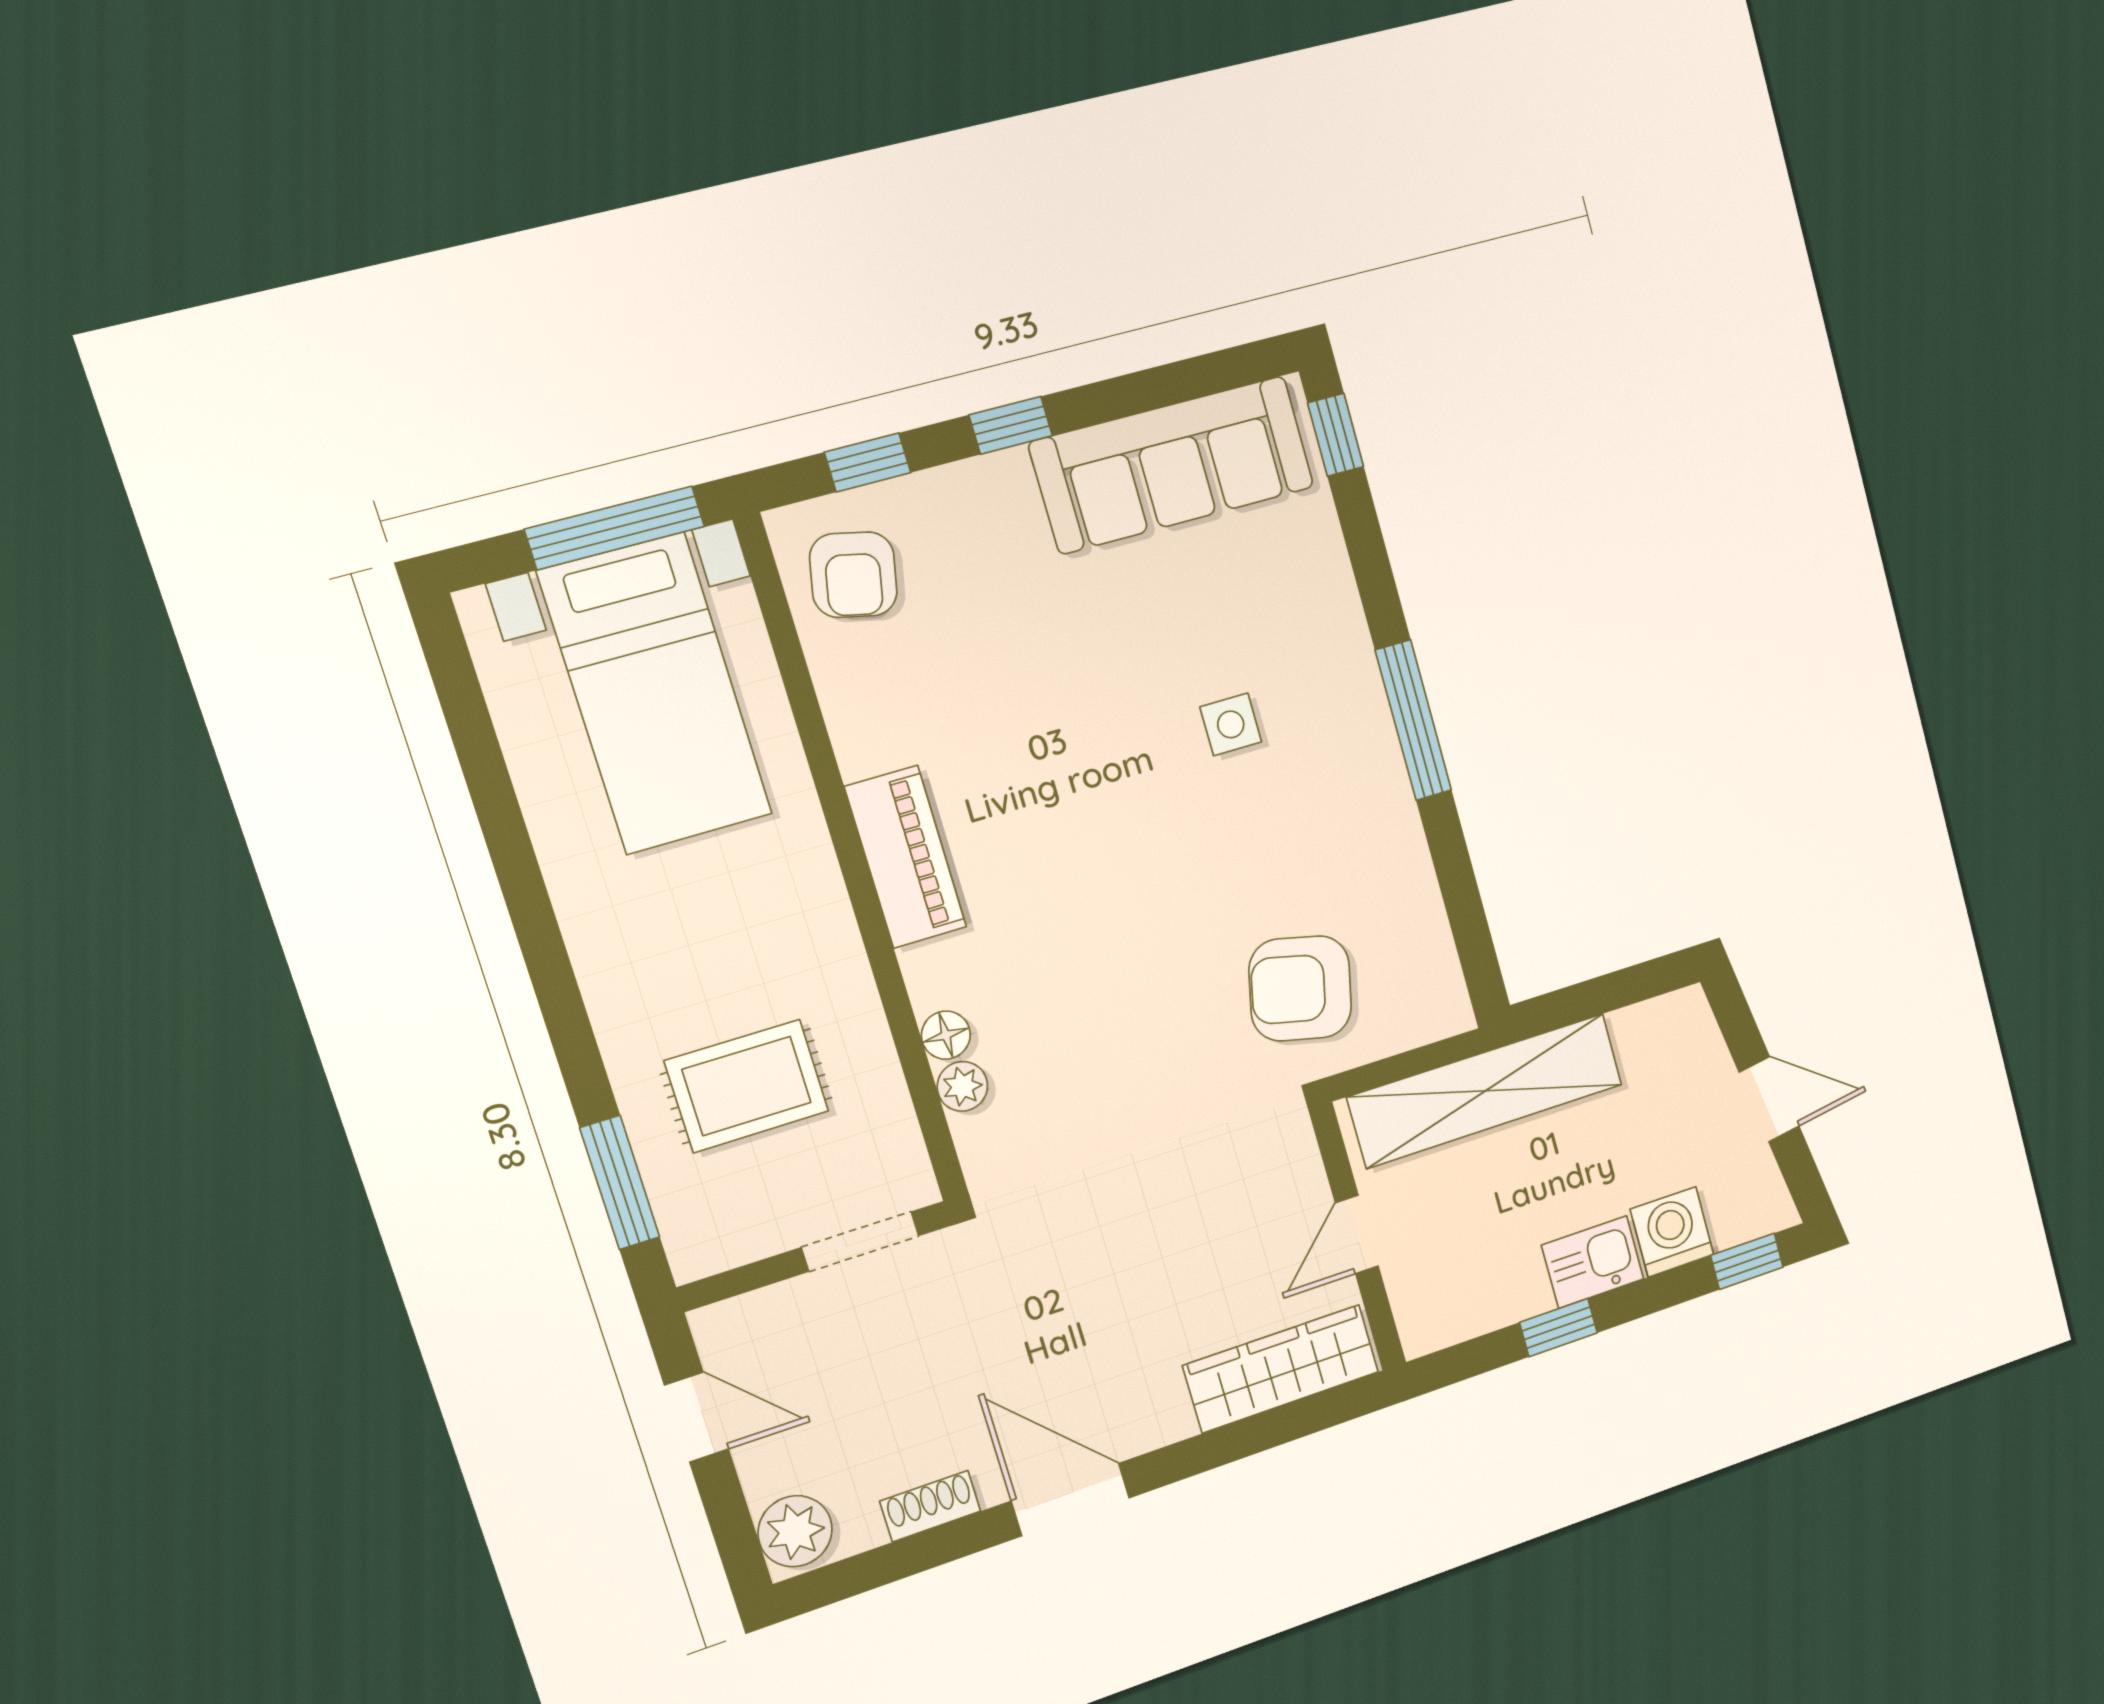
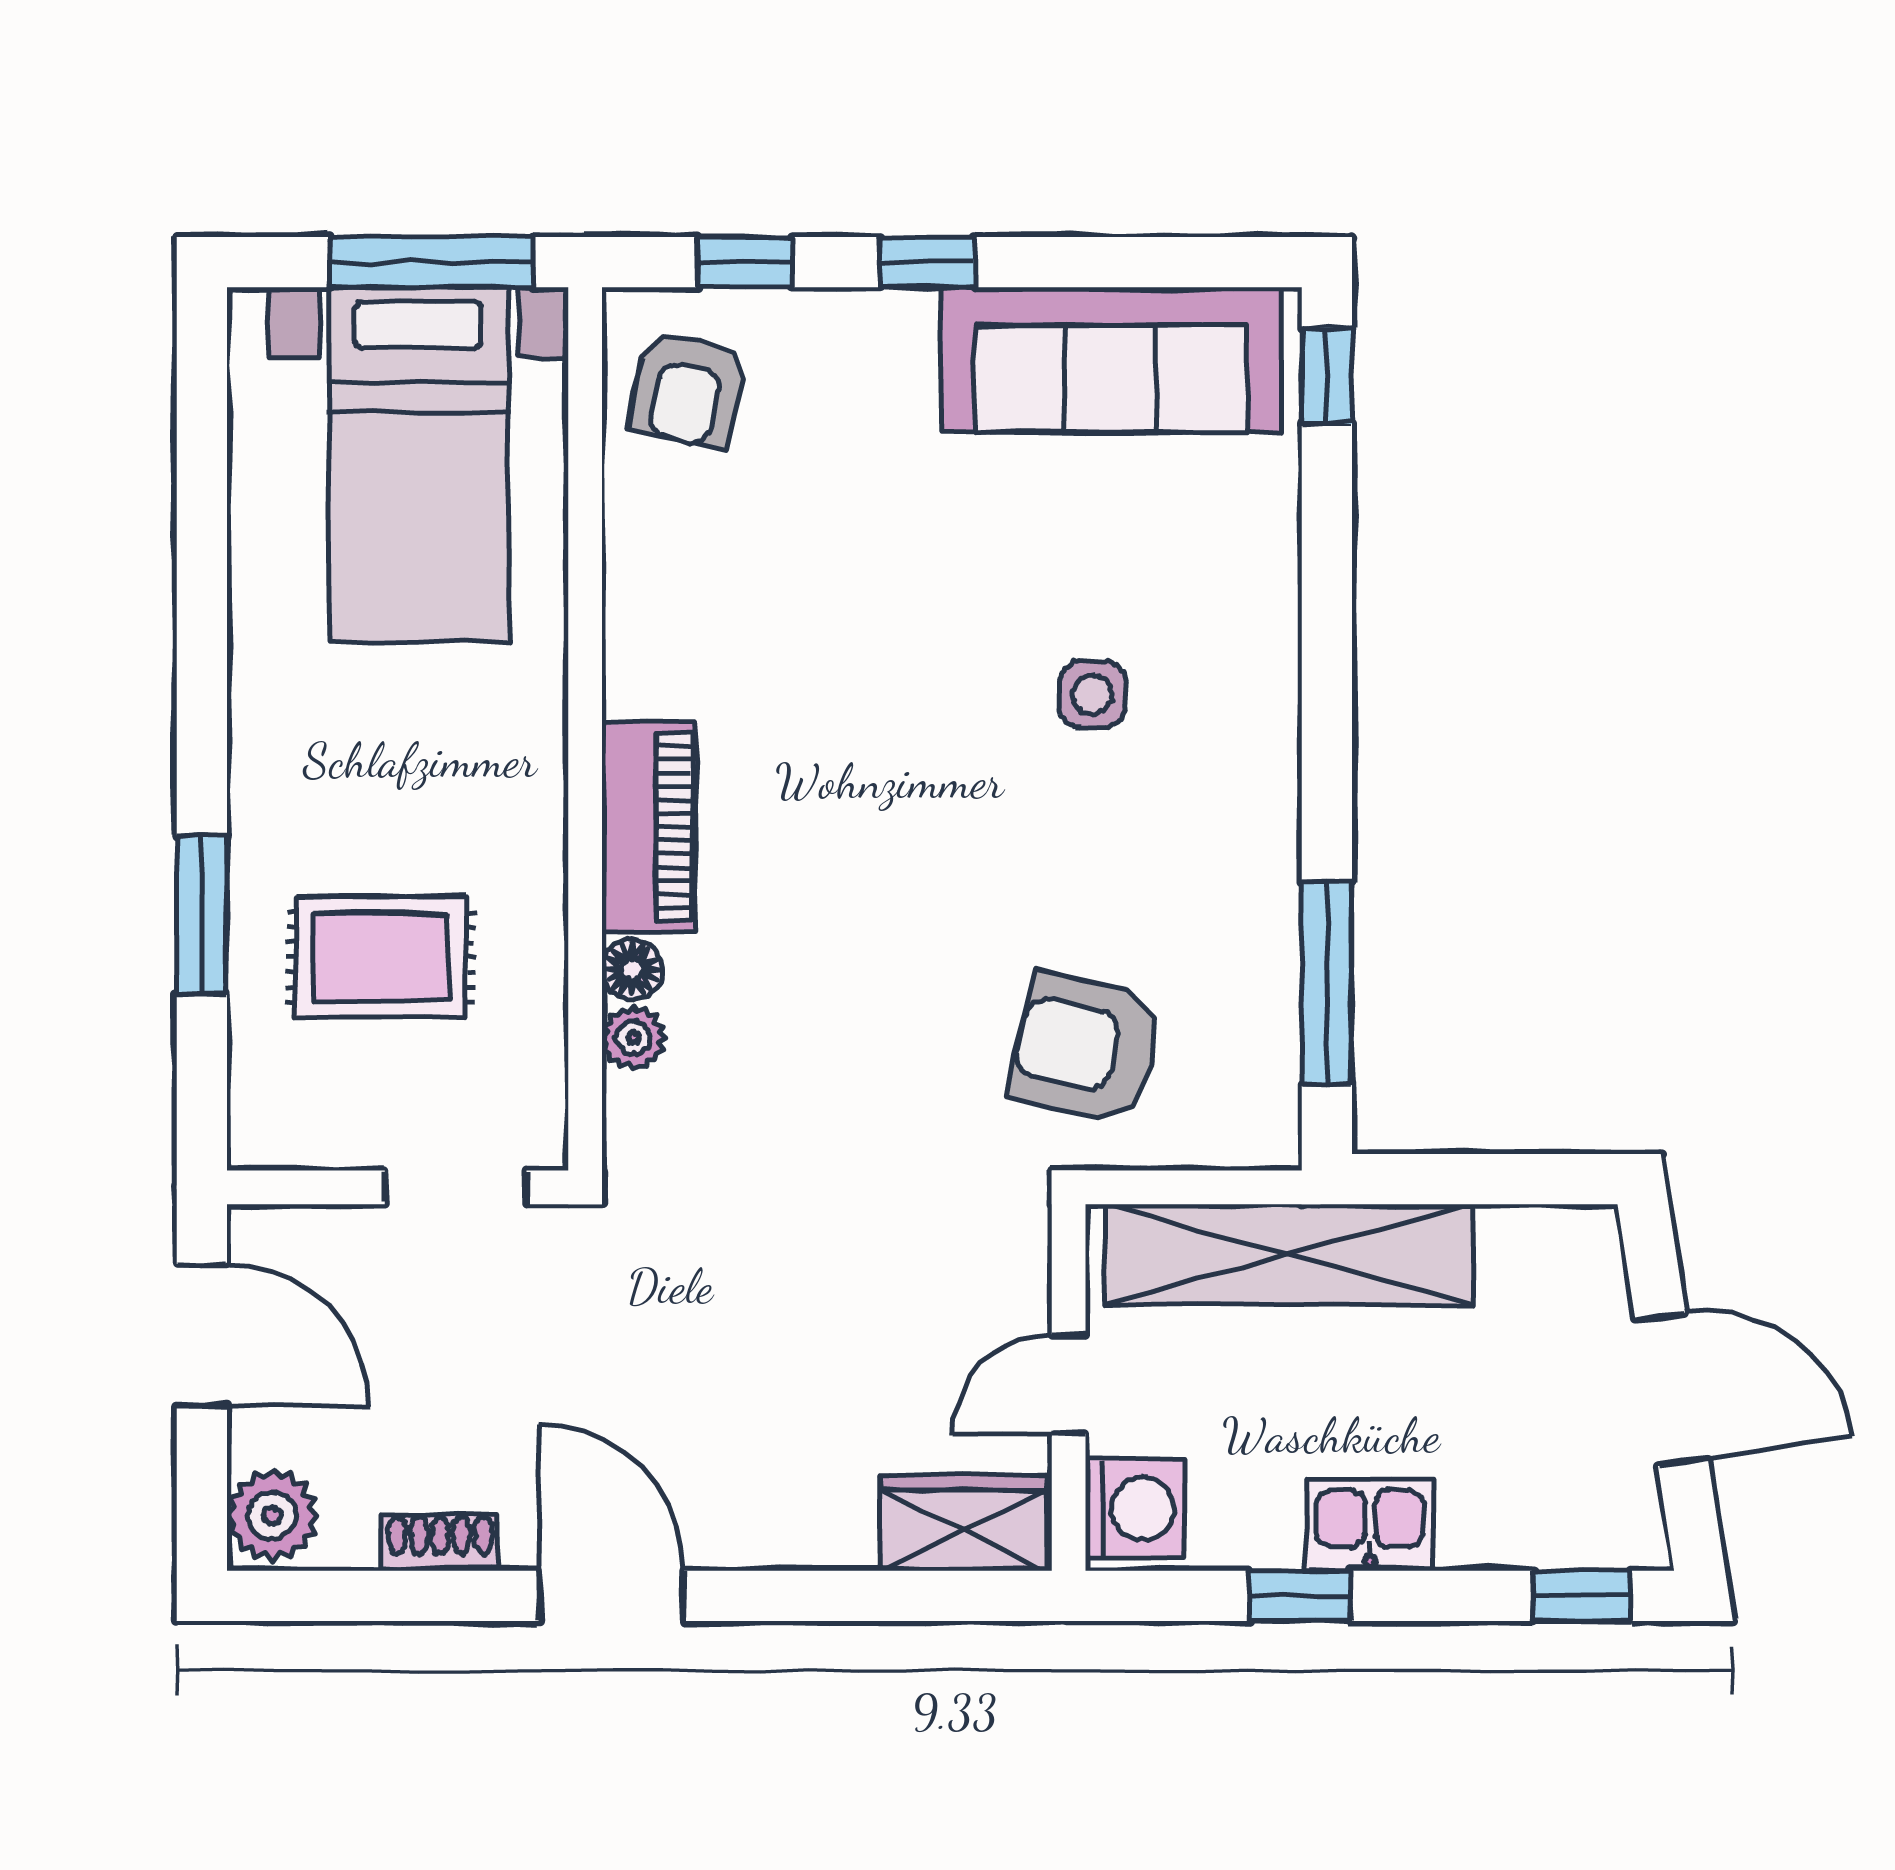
window: (1413, 720) -> (1327, 984), moved
piano: (906, 857) -> (649, 827), moved
door: (1769, 1099) -> (1672, 1389), width x1.38
window: (620, 1183) -> (202, 915), moved
washing machine: (1672, 1232) -> (1135, 1508), moved, turned 90
wardrobe: (1281, 1369) -> (963, 1523), width x0.67
door: (696, 1417) -> (202, 1335), width x1.38

